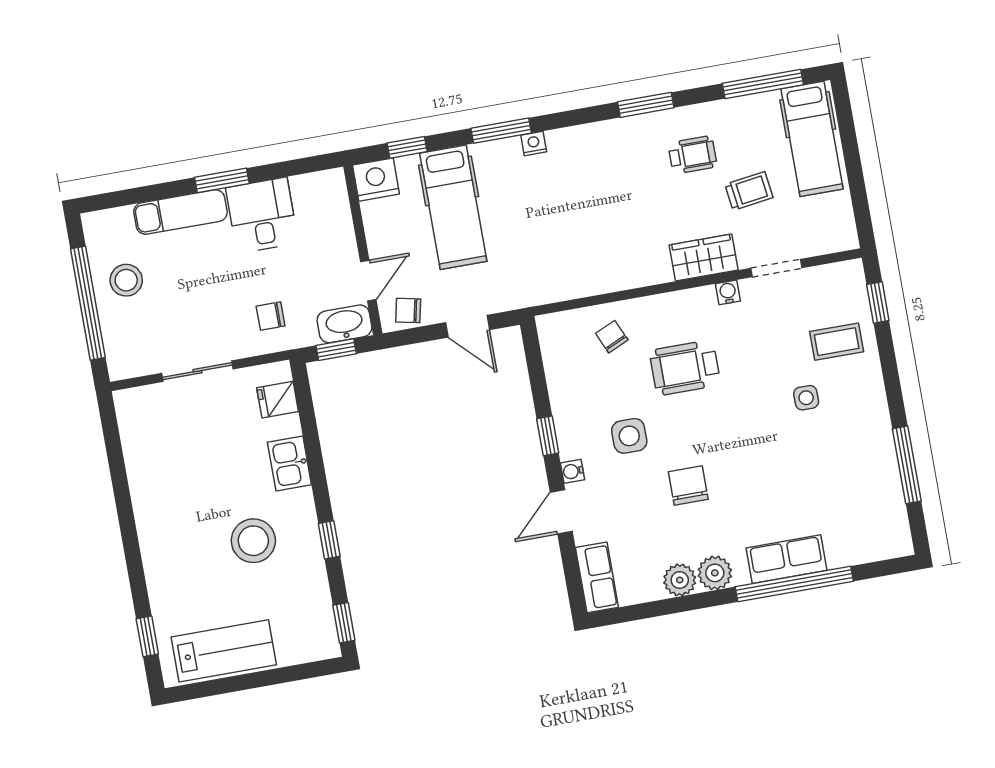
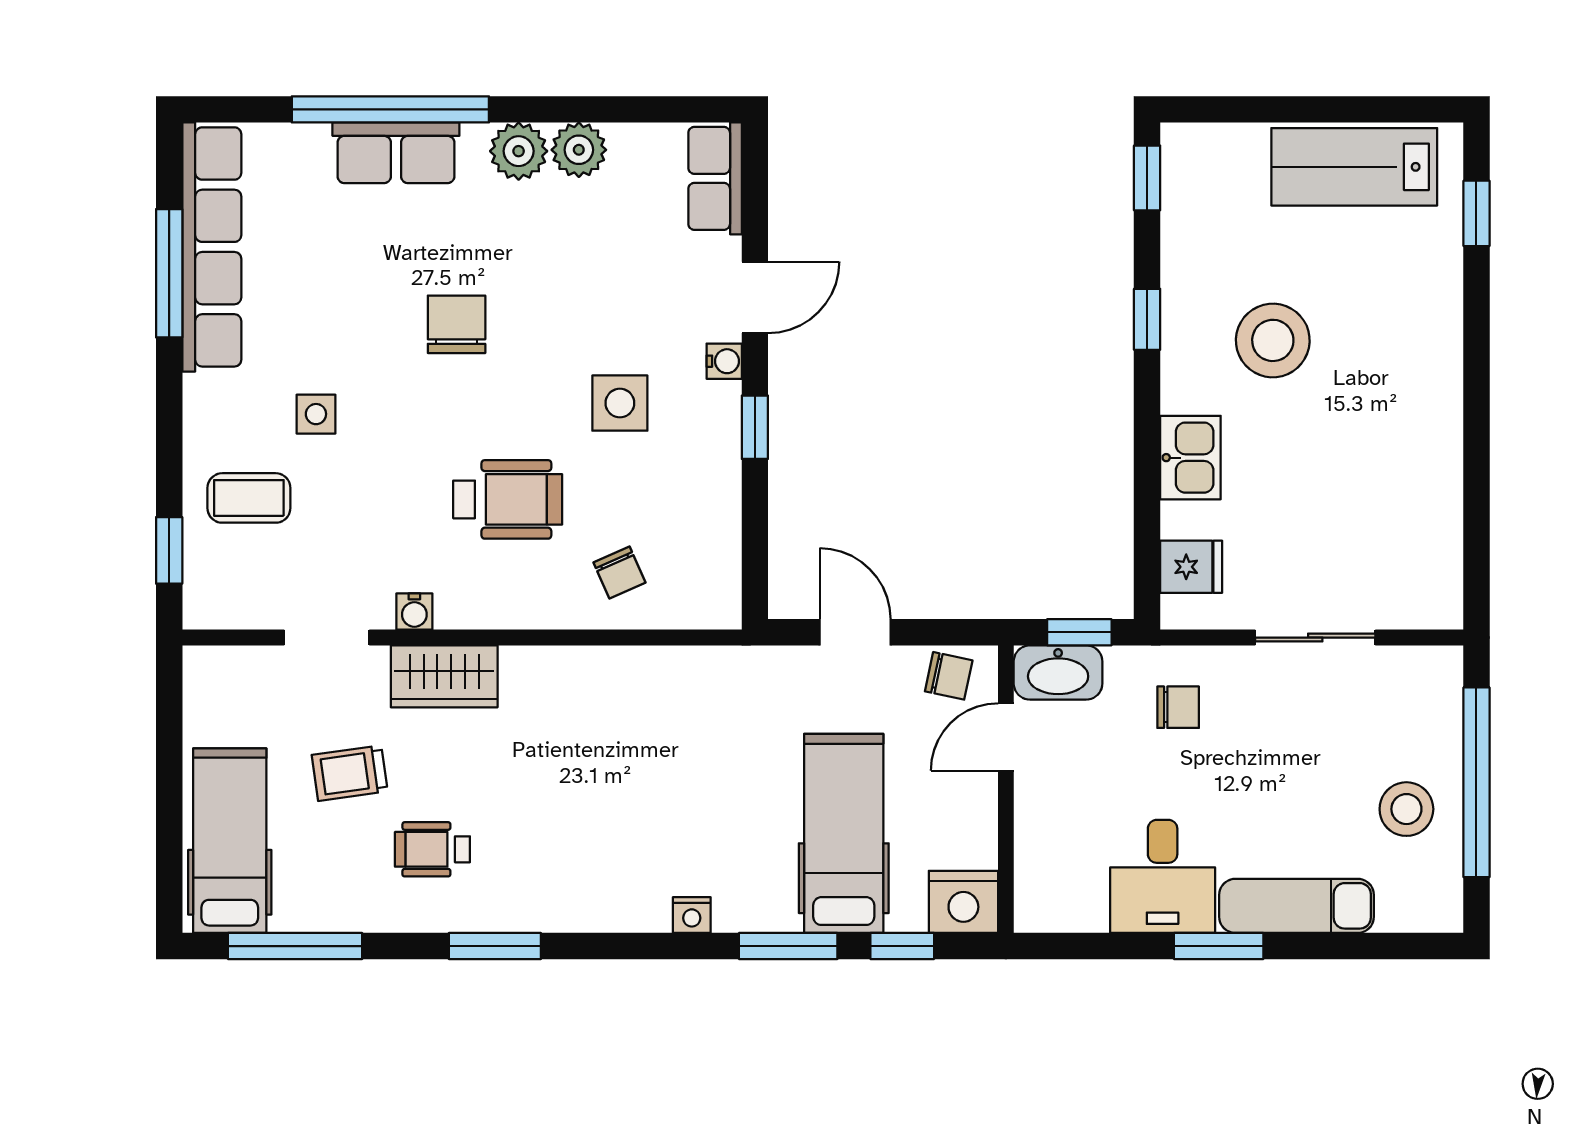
window: (501, 131) -> (788, 946), moved
chair: (688, 485) -> (457, 324), moved, turned 180
row of seats: (885, 485) -> (212, 247), added

